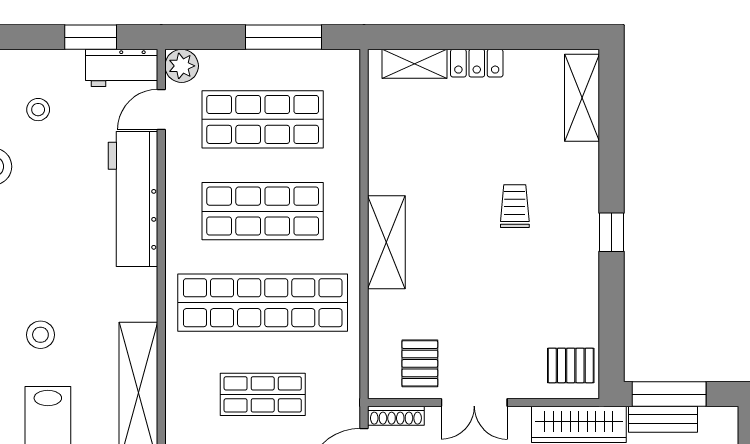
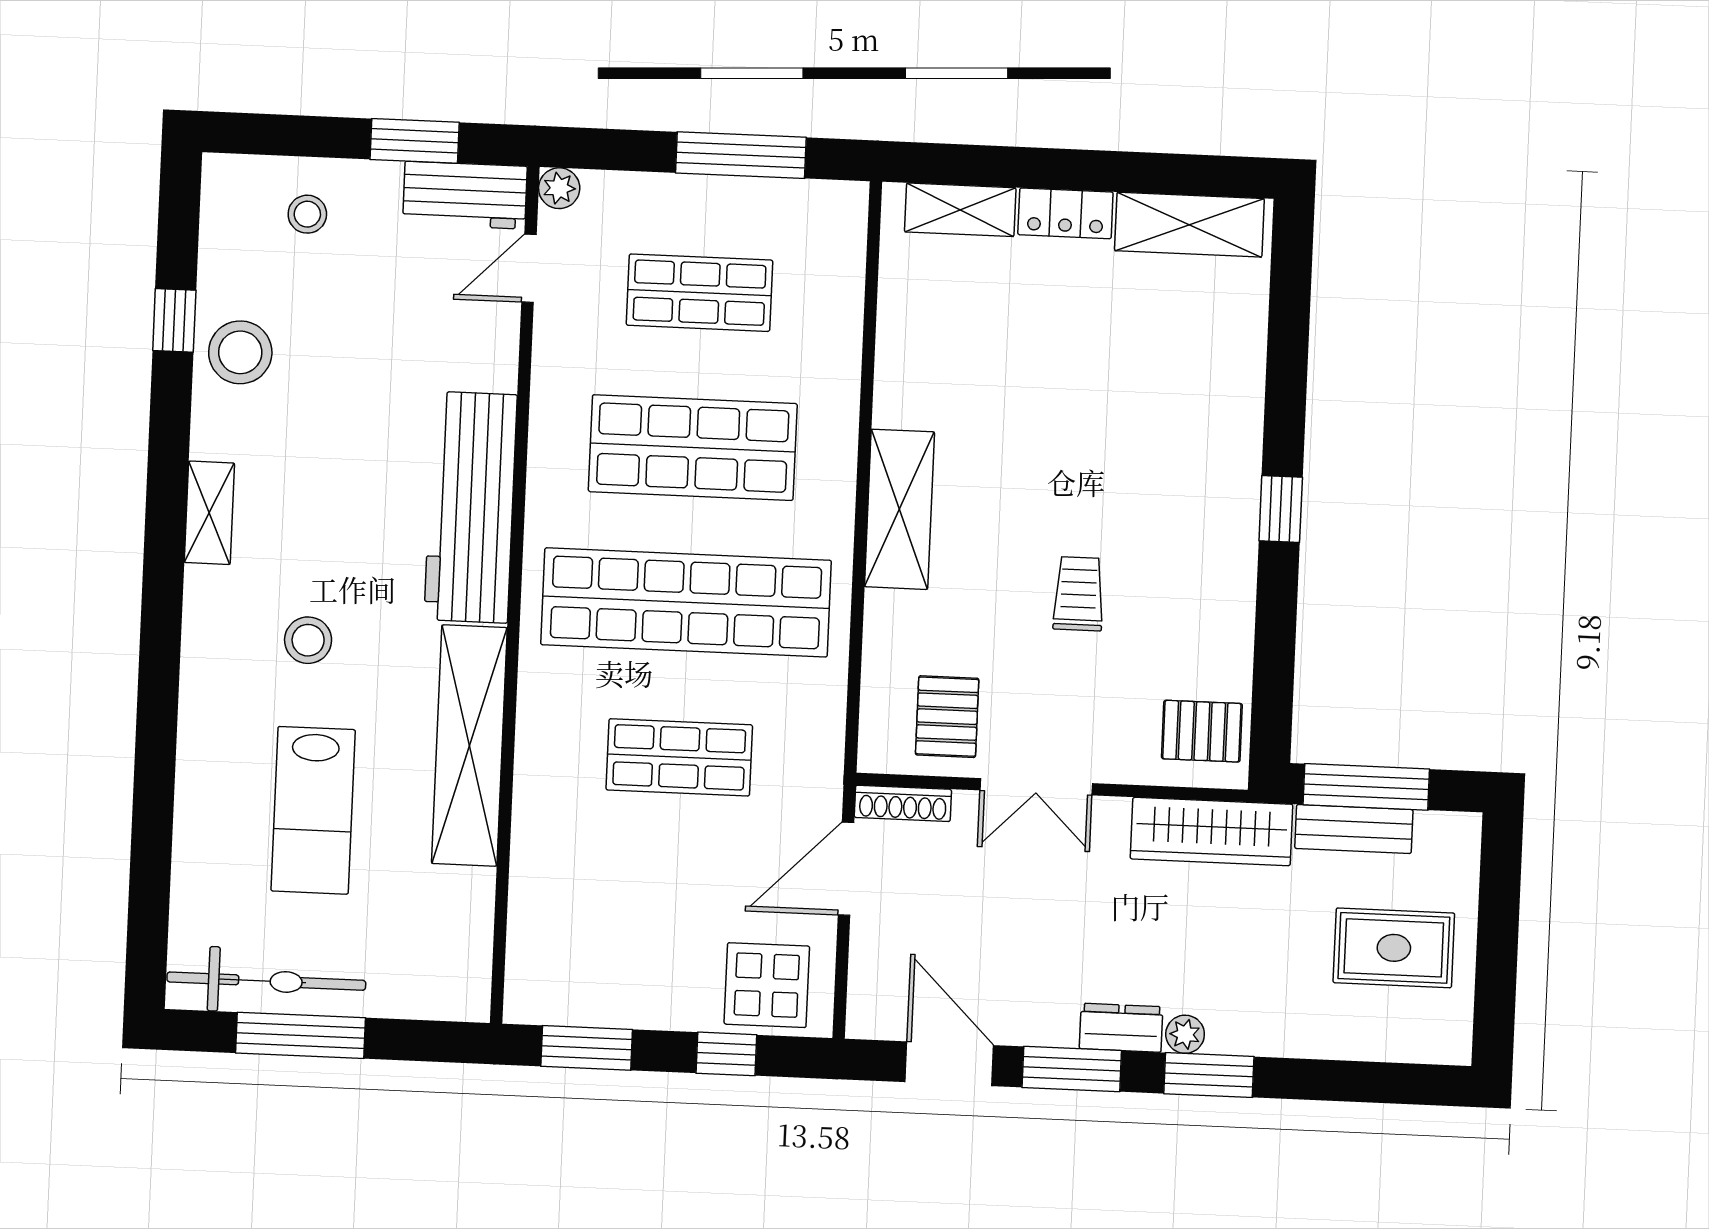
plant: (182, 66) -> (559, 188), width x0.73, depth x0.73
shelving: (582, 98) -> (1189, 225), moved, turned 90
stool: (38, 110) -> (307, 214), moved
shop shelf: (263, 119) -> (700, 293), width x0.70, depth x0.74
workbench: (133, 199) -> (471, 507), moved
trolley: (515, 206) -> (1079, 594), moved

